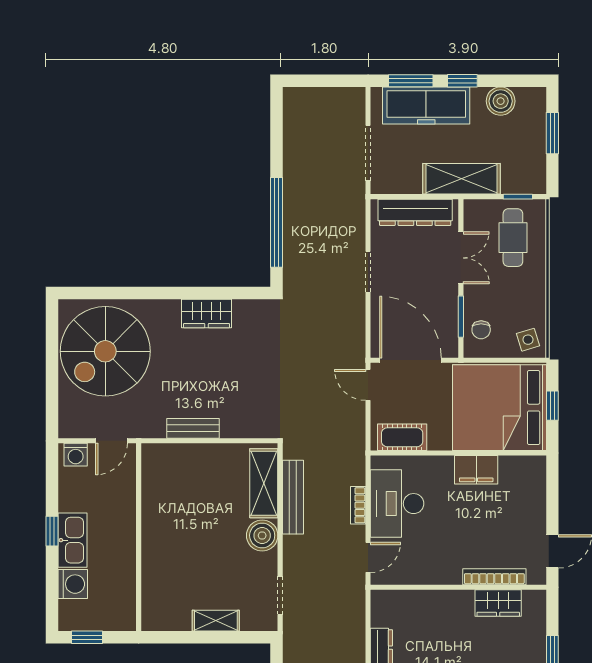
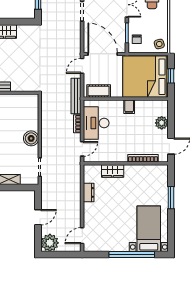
door: (368, 385) -> (82, 66), hinge flipped
filing cabinet: (476, 470) -> (129, 107), width x0.50
shelving: (264, 483) -> (32, 113), removed
bench: (293, 497) -> (76, 96), moved
plant: (533, 503) -> (162, 123), added
wardrobe: (498, 603) -> (113, 171), moved

